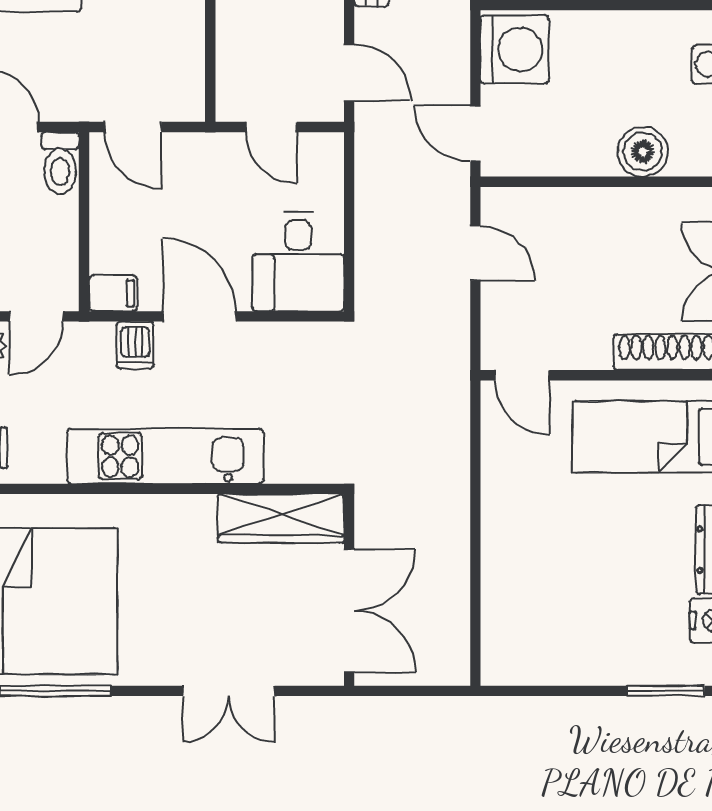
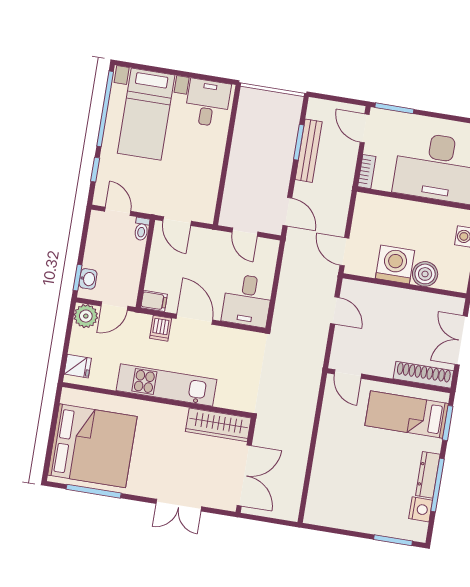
washing machine: (515, 49) -> (395, 264), moved, turned -90
toilet: (60, 163) -> (142, 229), width x0.73, depth x0.72

